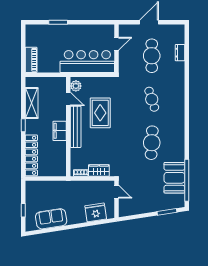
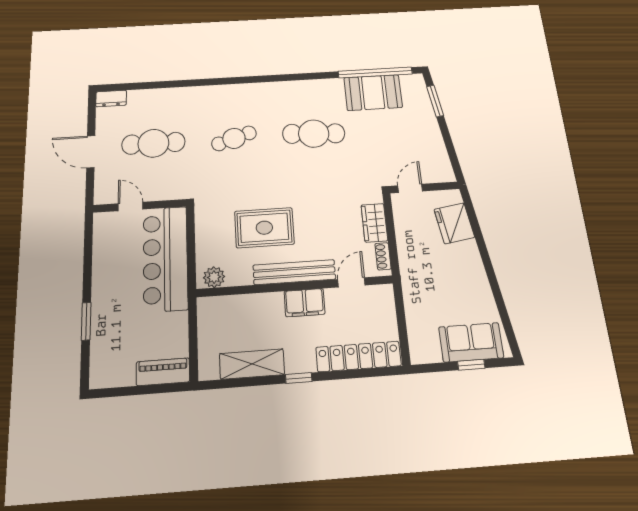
dresser: (180, 53) -> (111, 99), moved
door: (68, 99) -> (351, 282), moved
sofa: (51, 219) -> (471, 342), moved, turned 99

